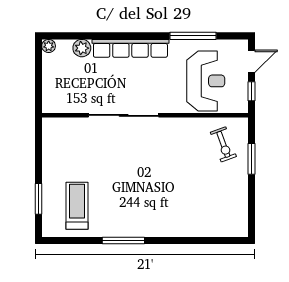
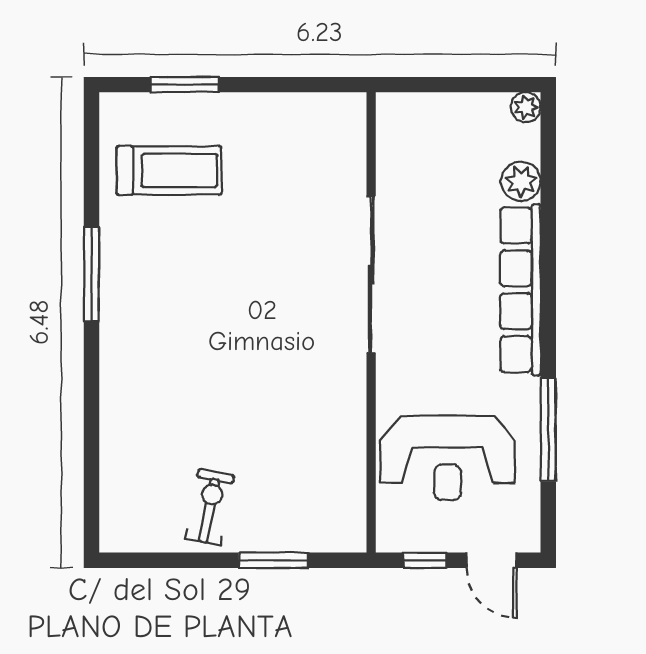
exercise bike: (223, 144) -> (210, 507), moved, turned 121

